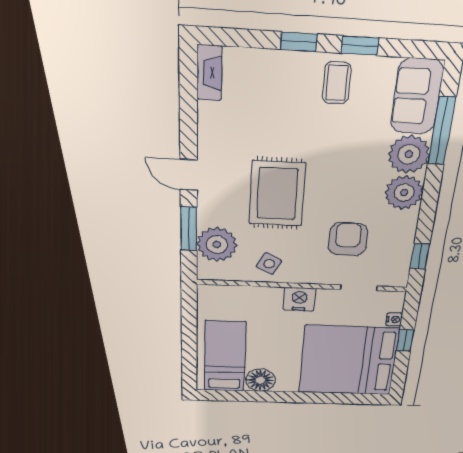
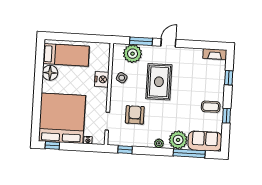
window: (299, 42) -> (229, 78), moved
plant: (404, 193) -> (159, 143), width x0.53, depth x0.53
rug: (277, 194) -> (159, 82), turned 90
armchair: (348, 239) -> (135, 115), turned -90
nightstand: (299, 299) -> (102, 79), moved
window: (405, 340) -> (52, 145), moved

